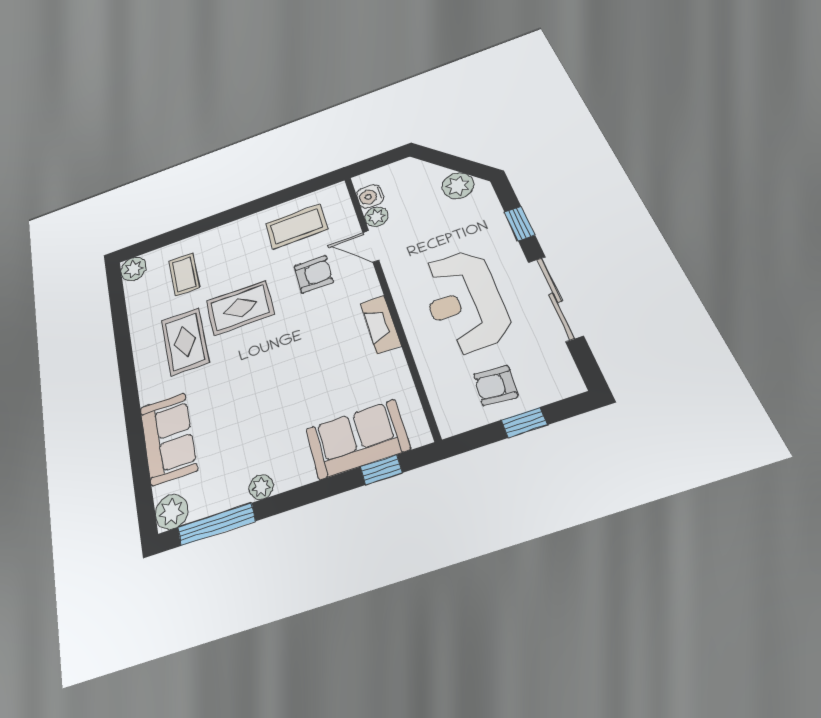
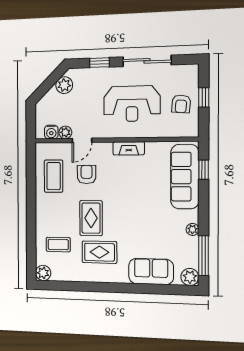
sofa: (357, 439) -> (185, 177), width x1.36

